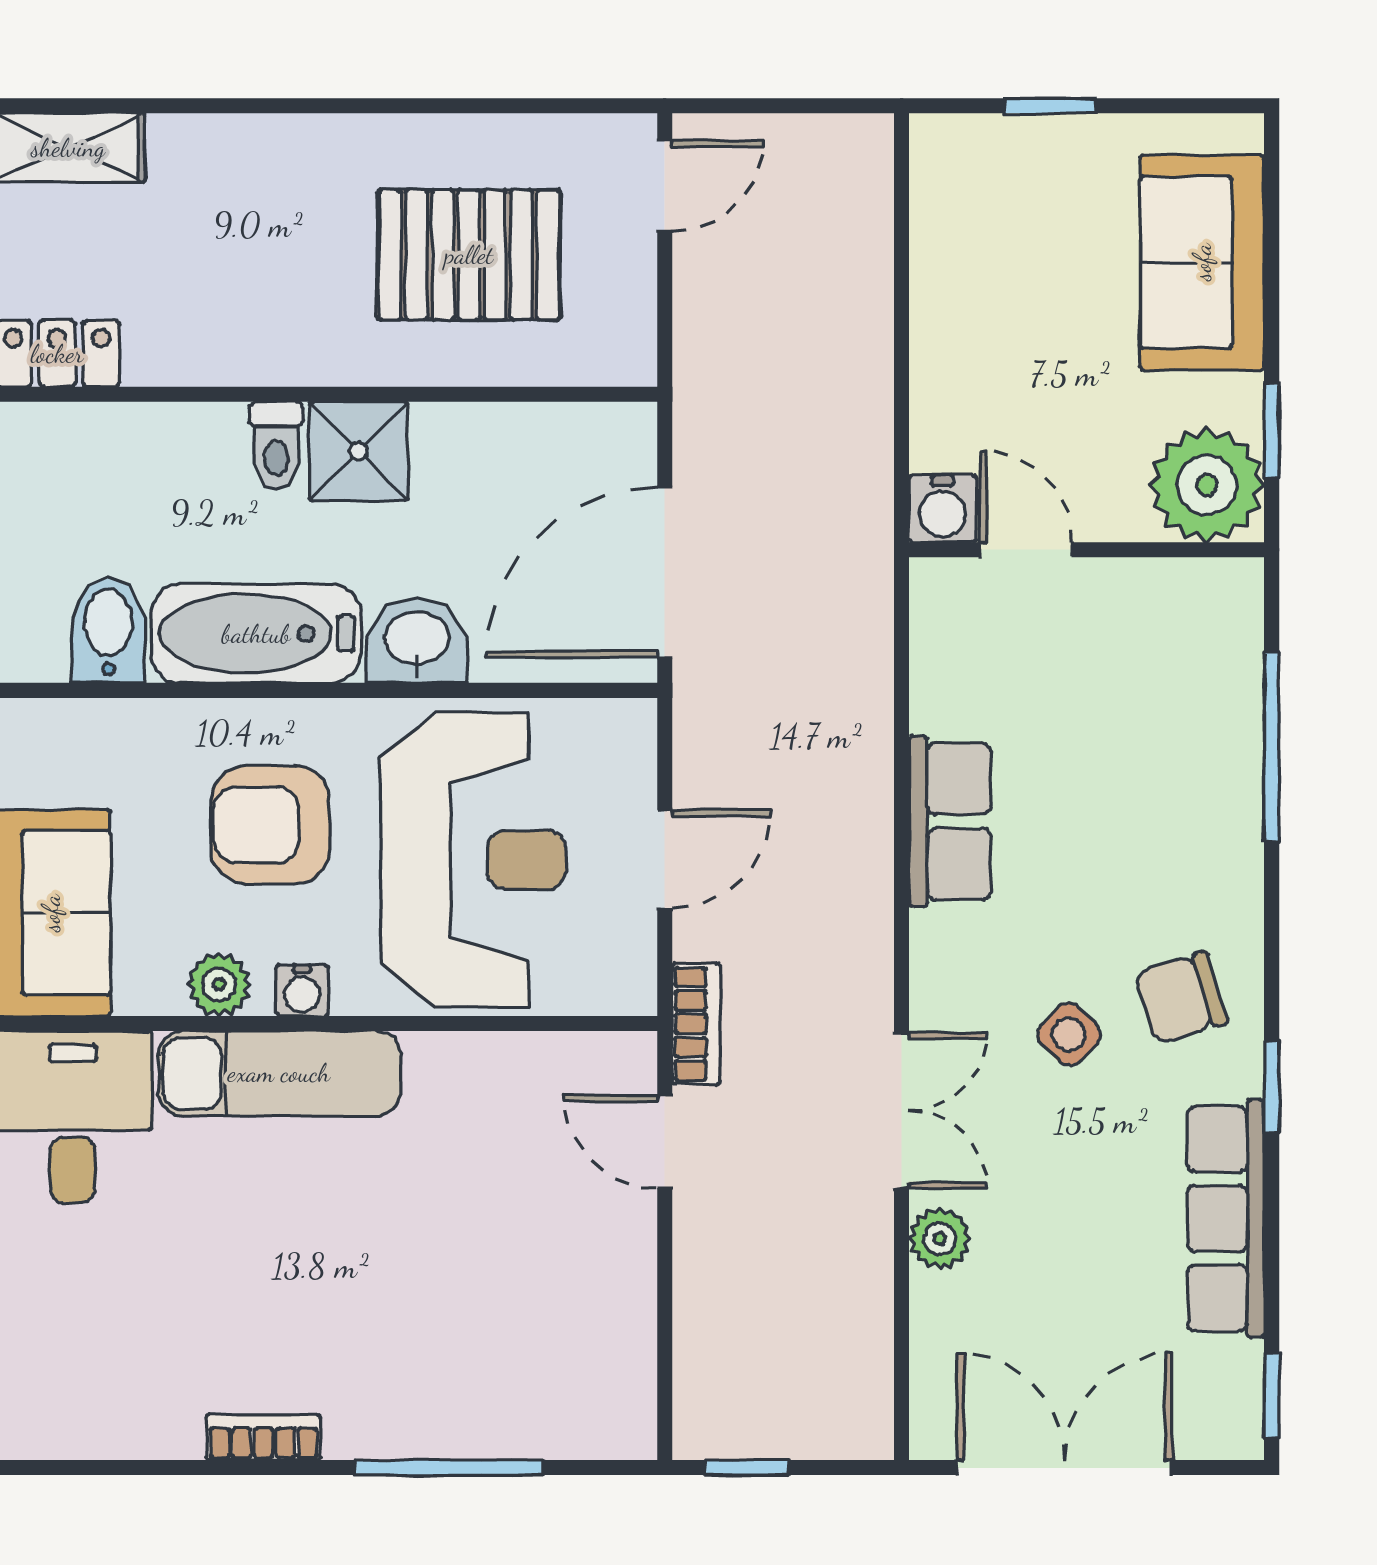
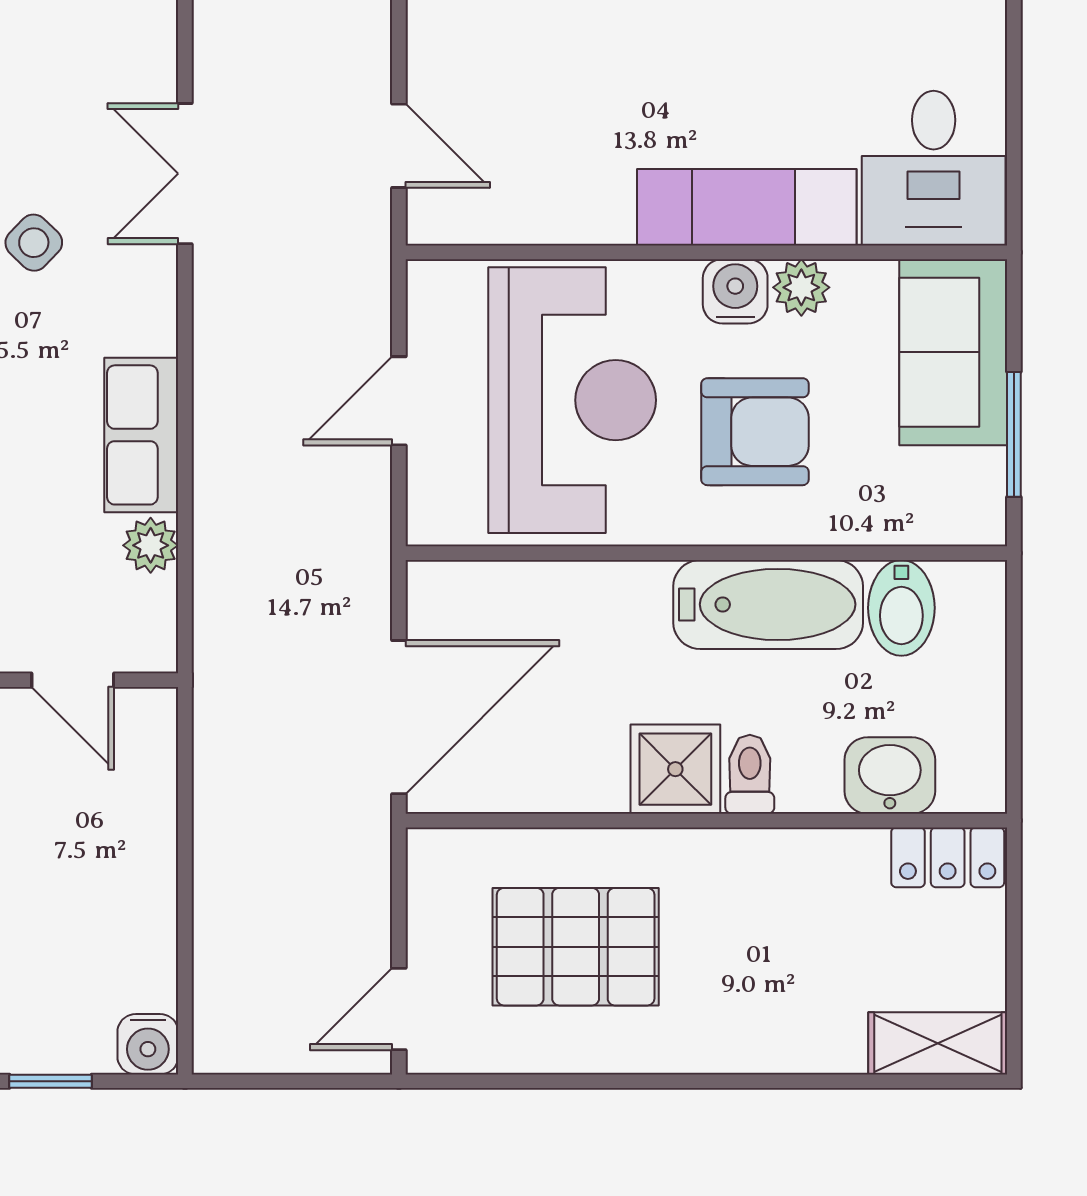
water cooler: (943, 509) -> (148, 1044), moved, turned 180
door: (665, 572) -> (399, 717), moved
washbasin: (417, 641) -> (890, 776), moved, turned 180
reception desk: (473, 860) -> (572, 400), turned 180
water cooler: (302, 990) -> (735, 291), width x1.38, depth x1.38
bookcase: (696, 1024) -> (370, 252), removed
plant: (940, 1239) -> (151, 545), moved

